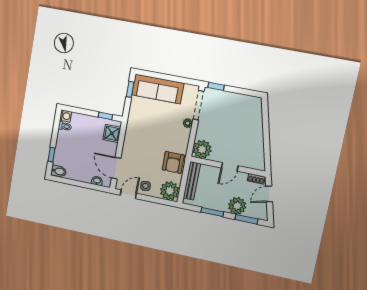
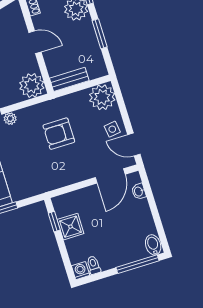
shower: (112, 133) -> (70, 227), moved
window: (52, 155) -> (138, 264), width x2.17
armchair: (173, 162) -> (59, 134), moved, turned 180
bench: (192, 181) -> (69, 79), width x0.73

